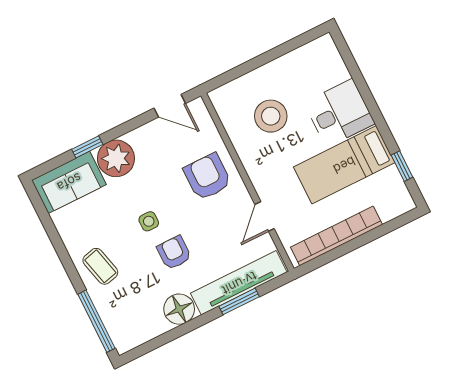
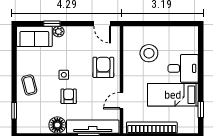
plant: (116, 158) -> (58, 32), width x0.53, depth x0.53
window: (96, 321) -> (14, 111), width x0.46

